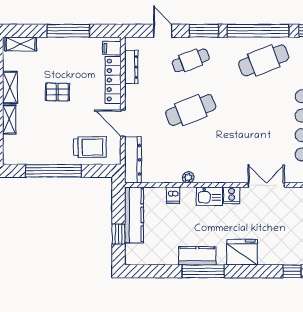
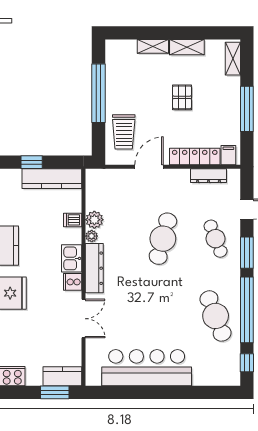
cafe table: (191, 110) -> (163, 239), turned 36
dresser: (133, 160) -> (94, 268), moved, turned -90
plant: (173, 175) -> (94, 220), added

